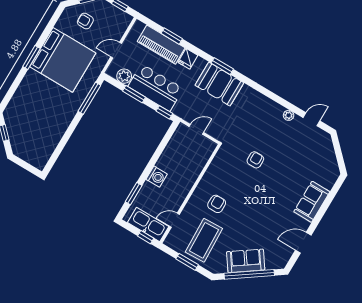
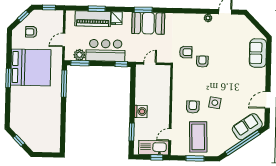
window: (134, 94) -> (80, 63), moved
armchair: (243, 139) -> (186, 52), added
sofa: (312, 202) -> (258, 53), moved
side table: (244, 213) -> (215, 103), added
sofa: (246, 261) -> (247, 127), moved

